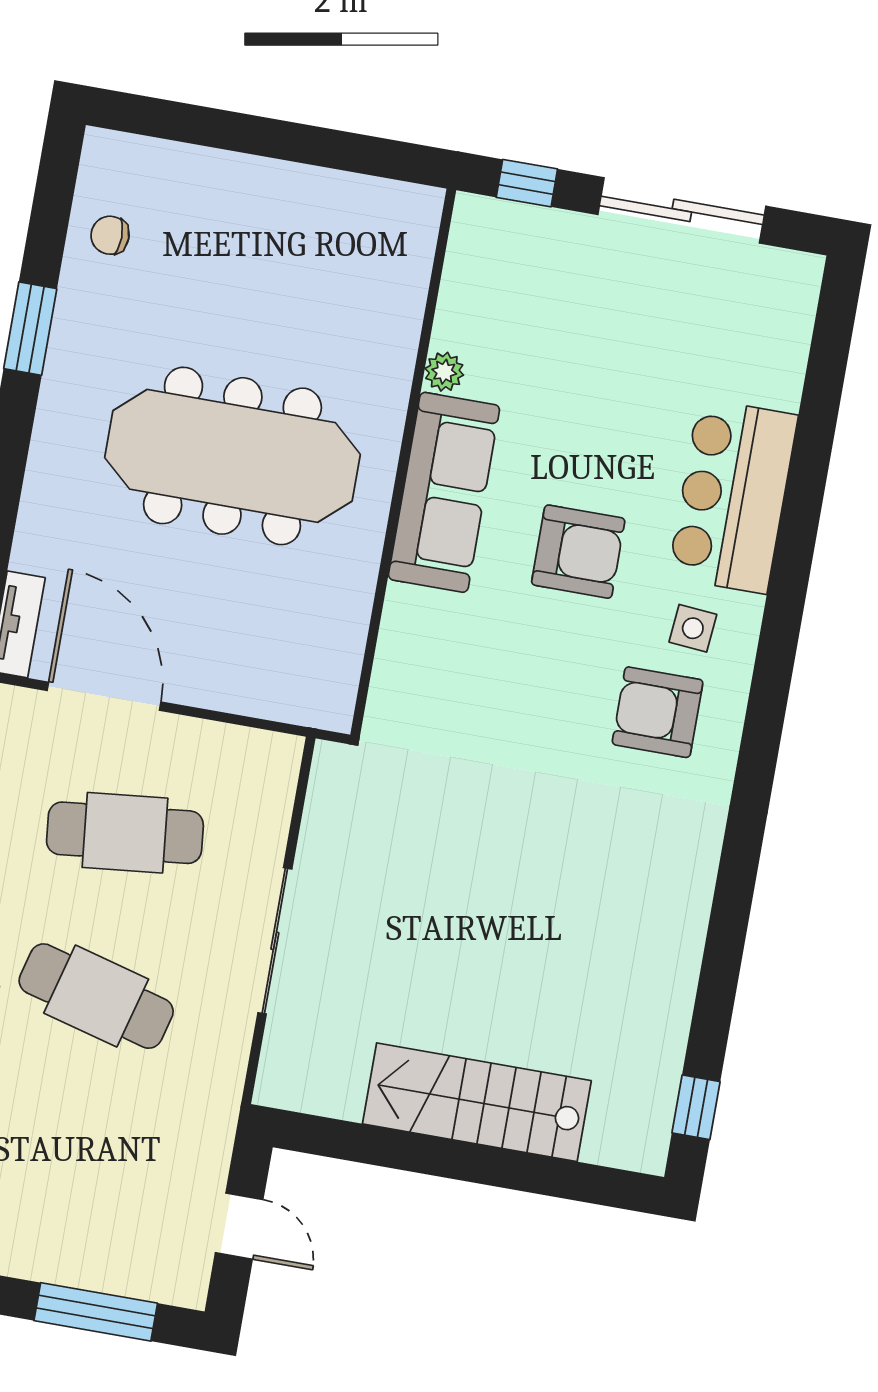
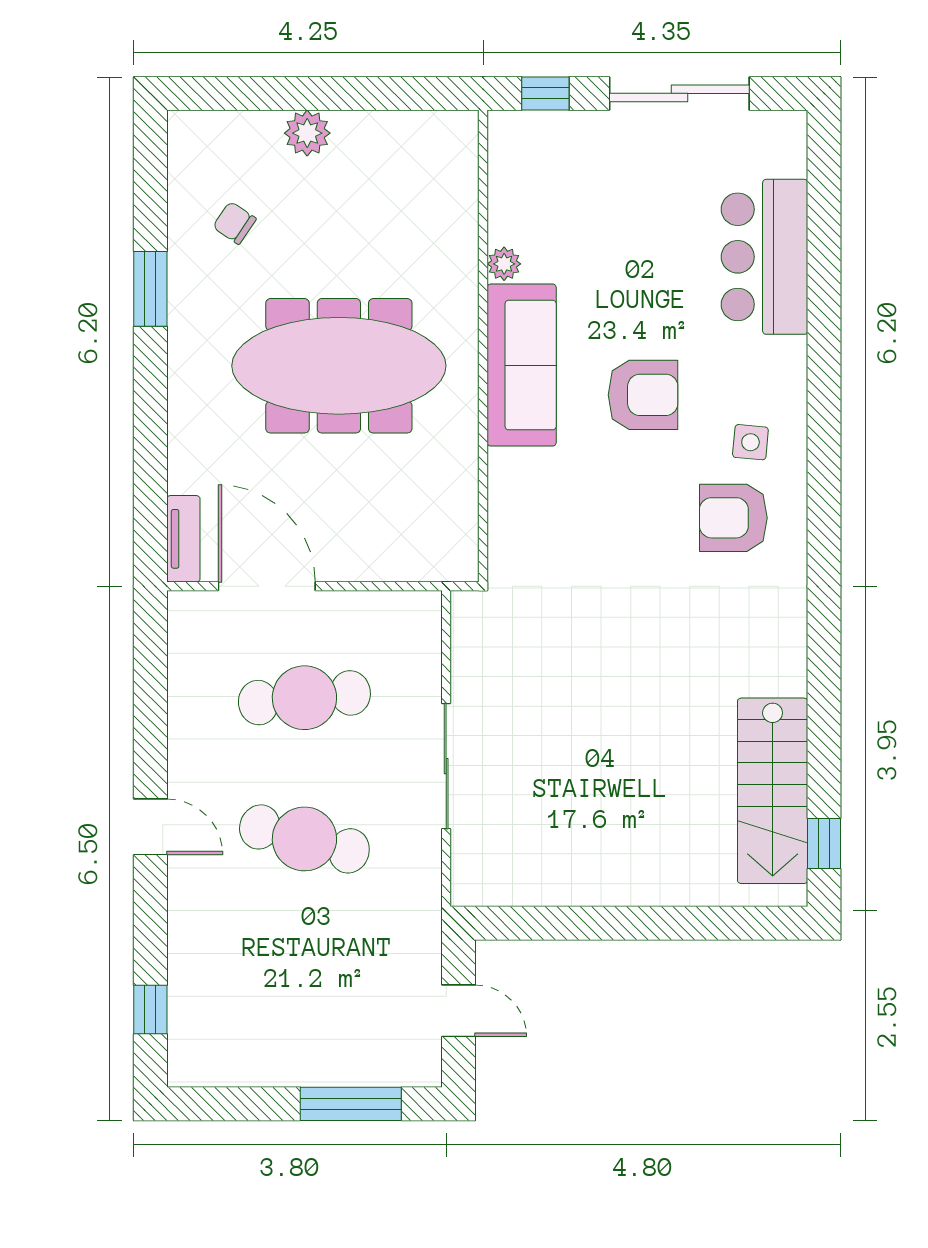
plant: (243, 180) -> (307, 133), added
chair: (110, 235) -> (234, 223), moved, turned 34
bar counter: (733, 496) -> (764, 257), moved
stairs: (477, 1102) -> (773, 791), moved, turned -90

